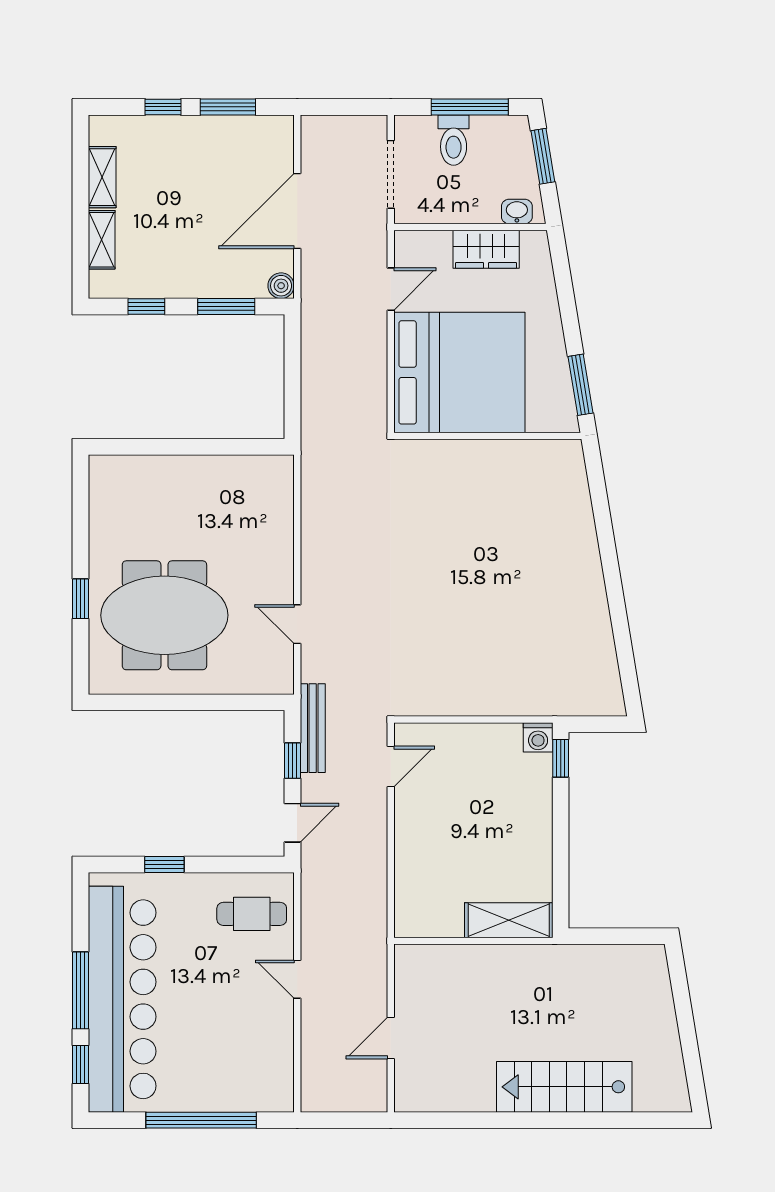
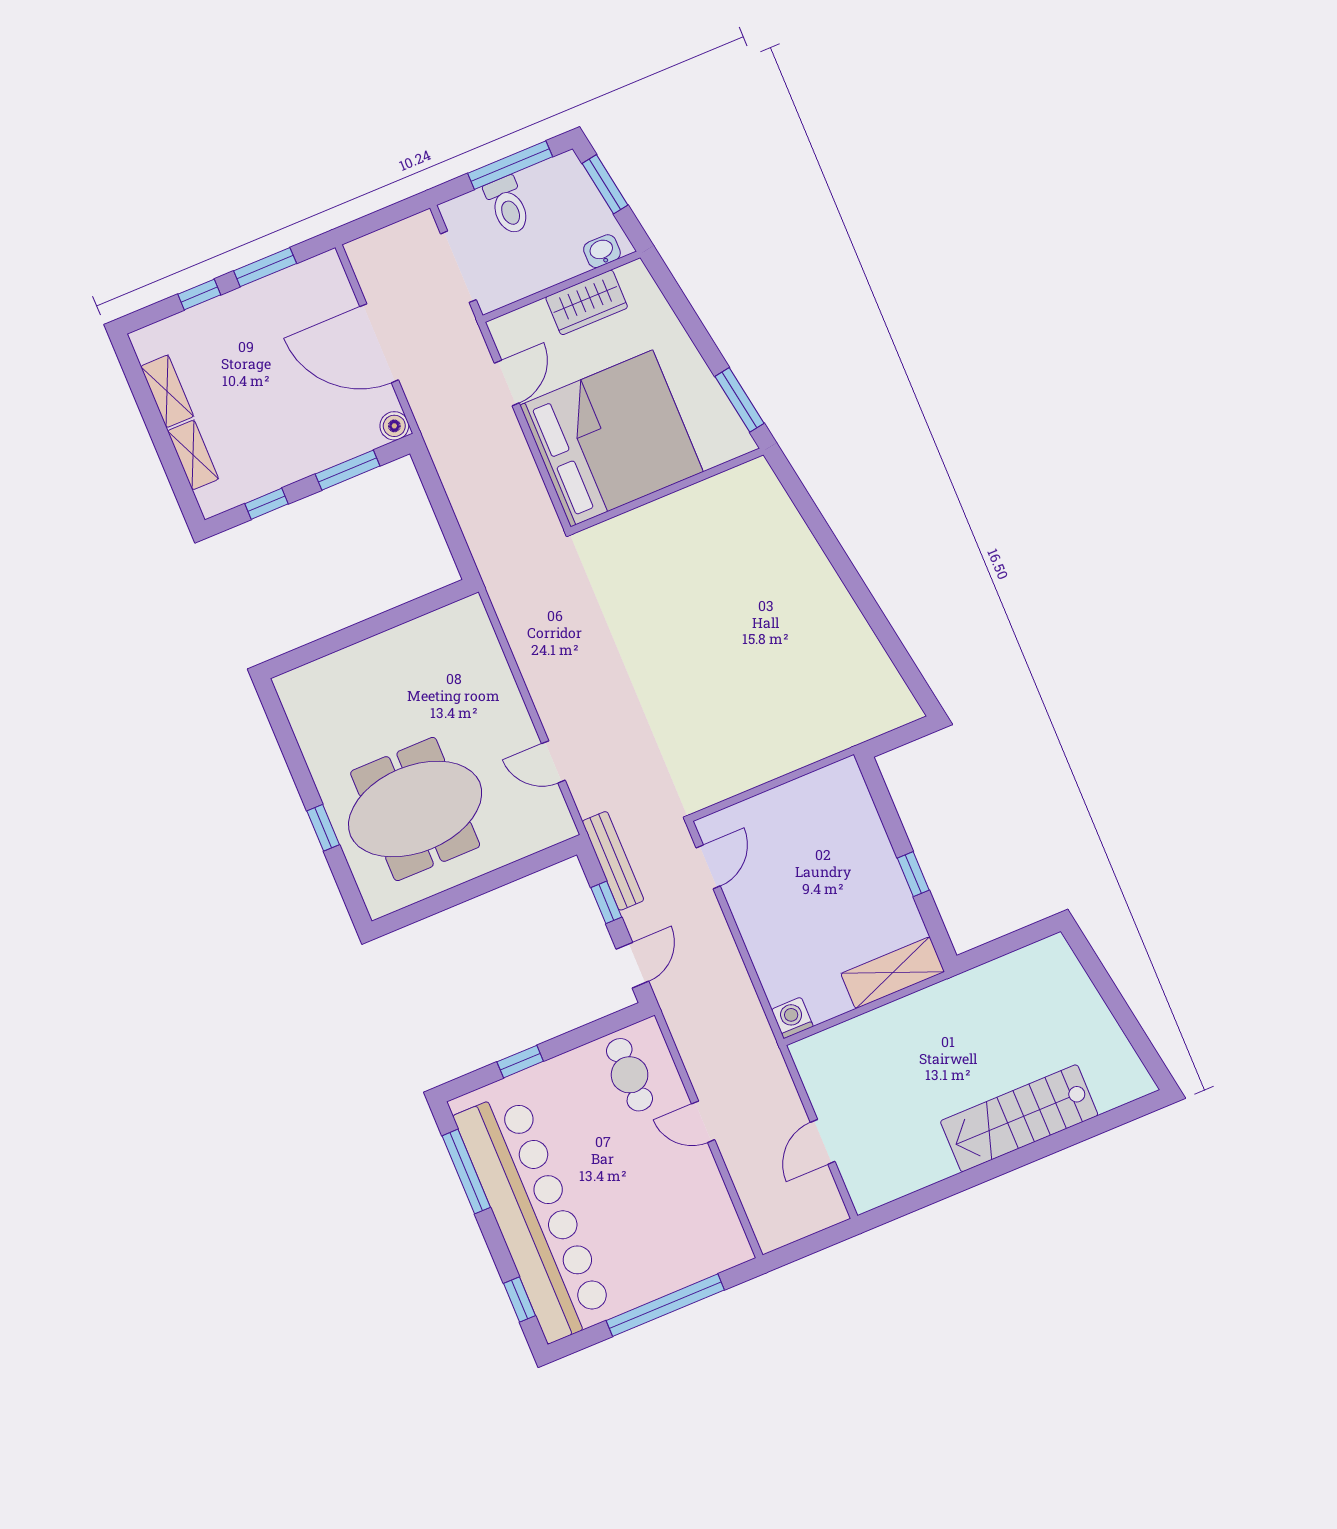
door: (297, 211) -> (379, 343), hinge flipped
washing machine: (538, 737) -> (792, 1018), moved, turned 180
window: (561, 758) -> (913, 874), moved
cafe table: (252, 914) -> (630, 1075), turned 90
window: (81, 990) -> (466, 1172), moved

